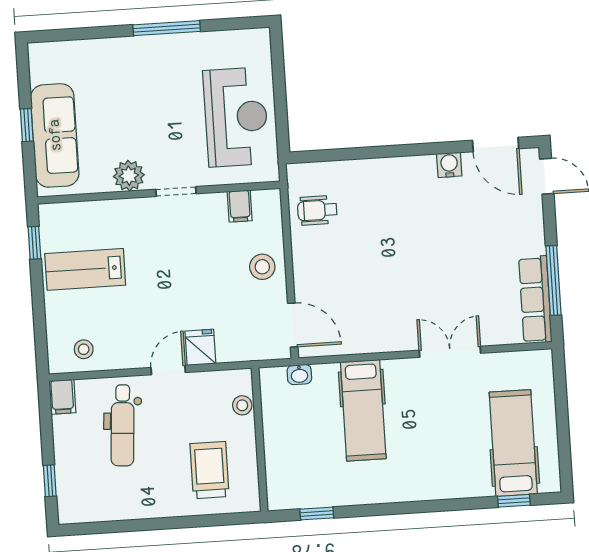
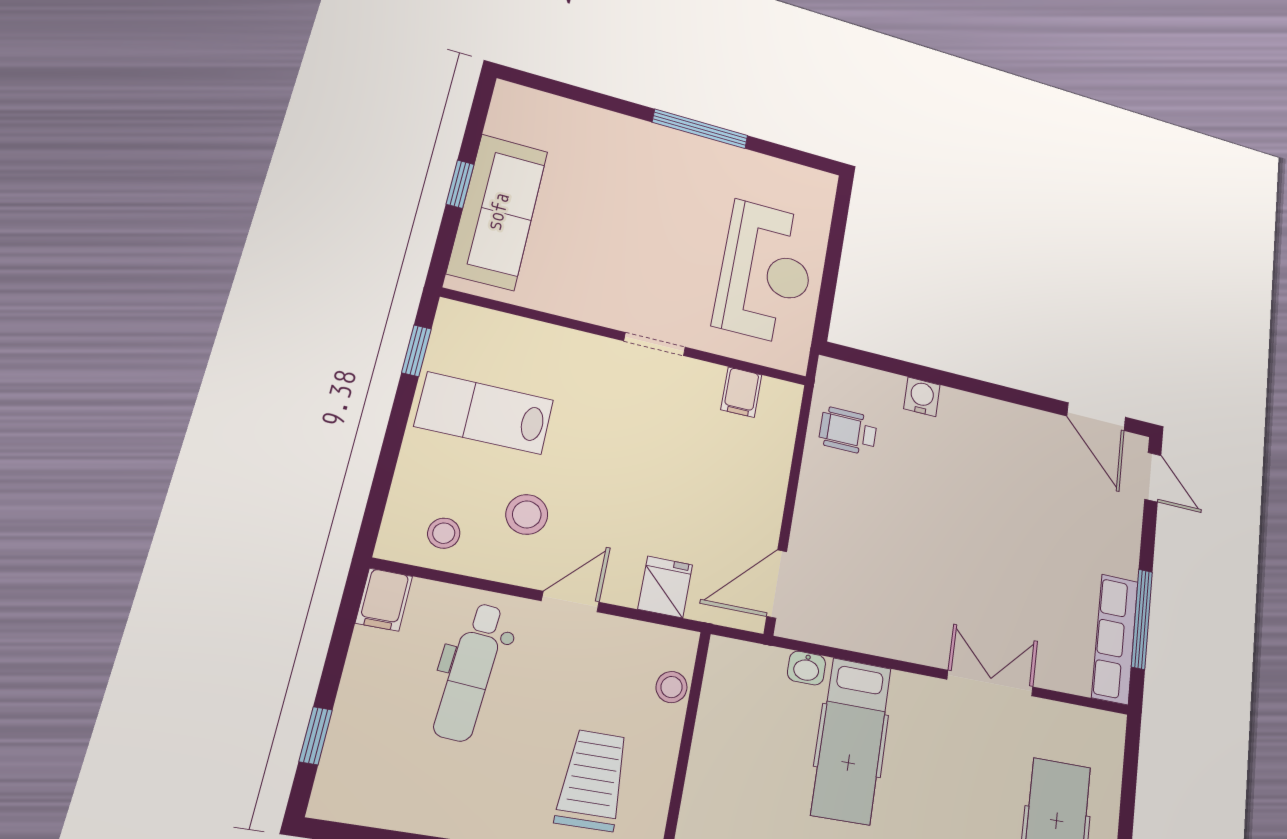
water cooler: (449, 165) -> (922, 397), moved
plant: (129, 176) -> (592, 301), removed
stool: (262, 267) -> (527, 514), moved
door: (293, 325) -> (777, 584), swing flipped
fridge: (200, 347) -> (665, 587), moved
washbasin: (299, 374) -> (806, 668), moved

